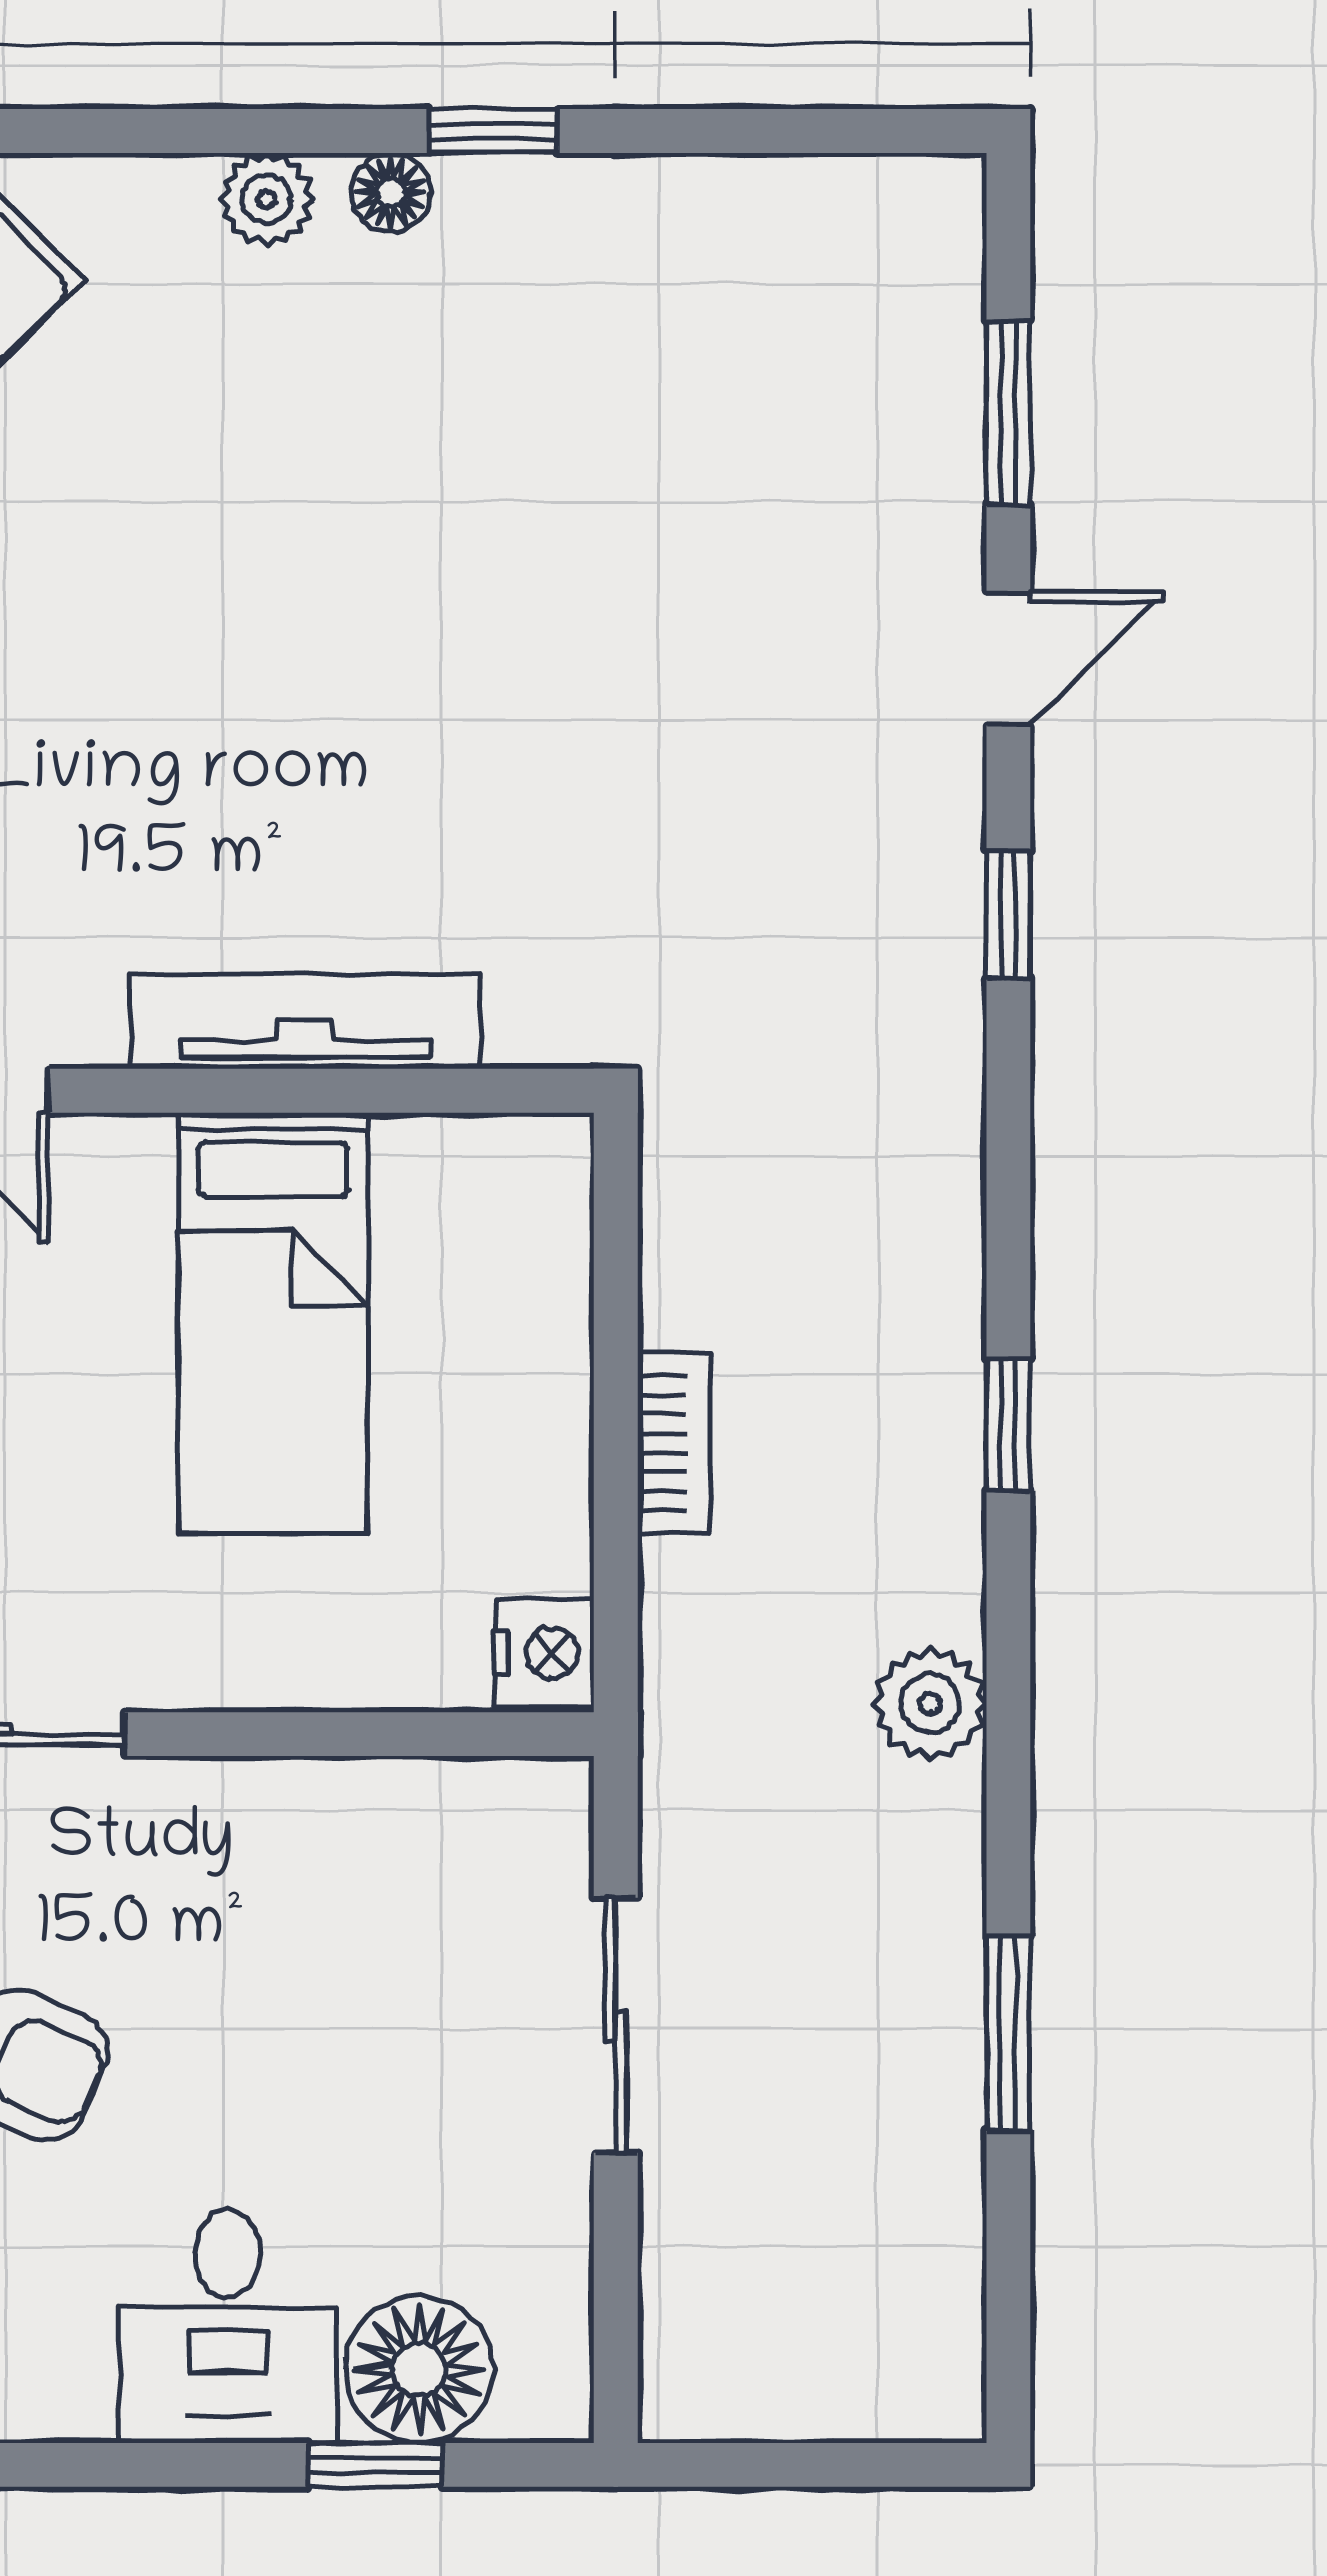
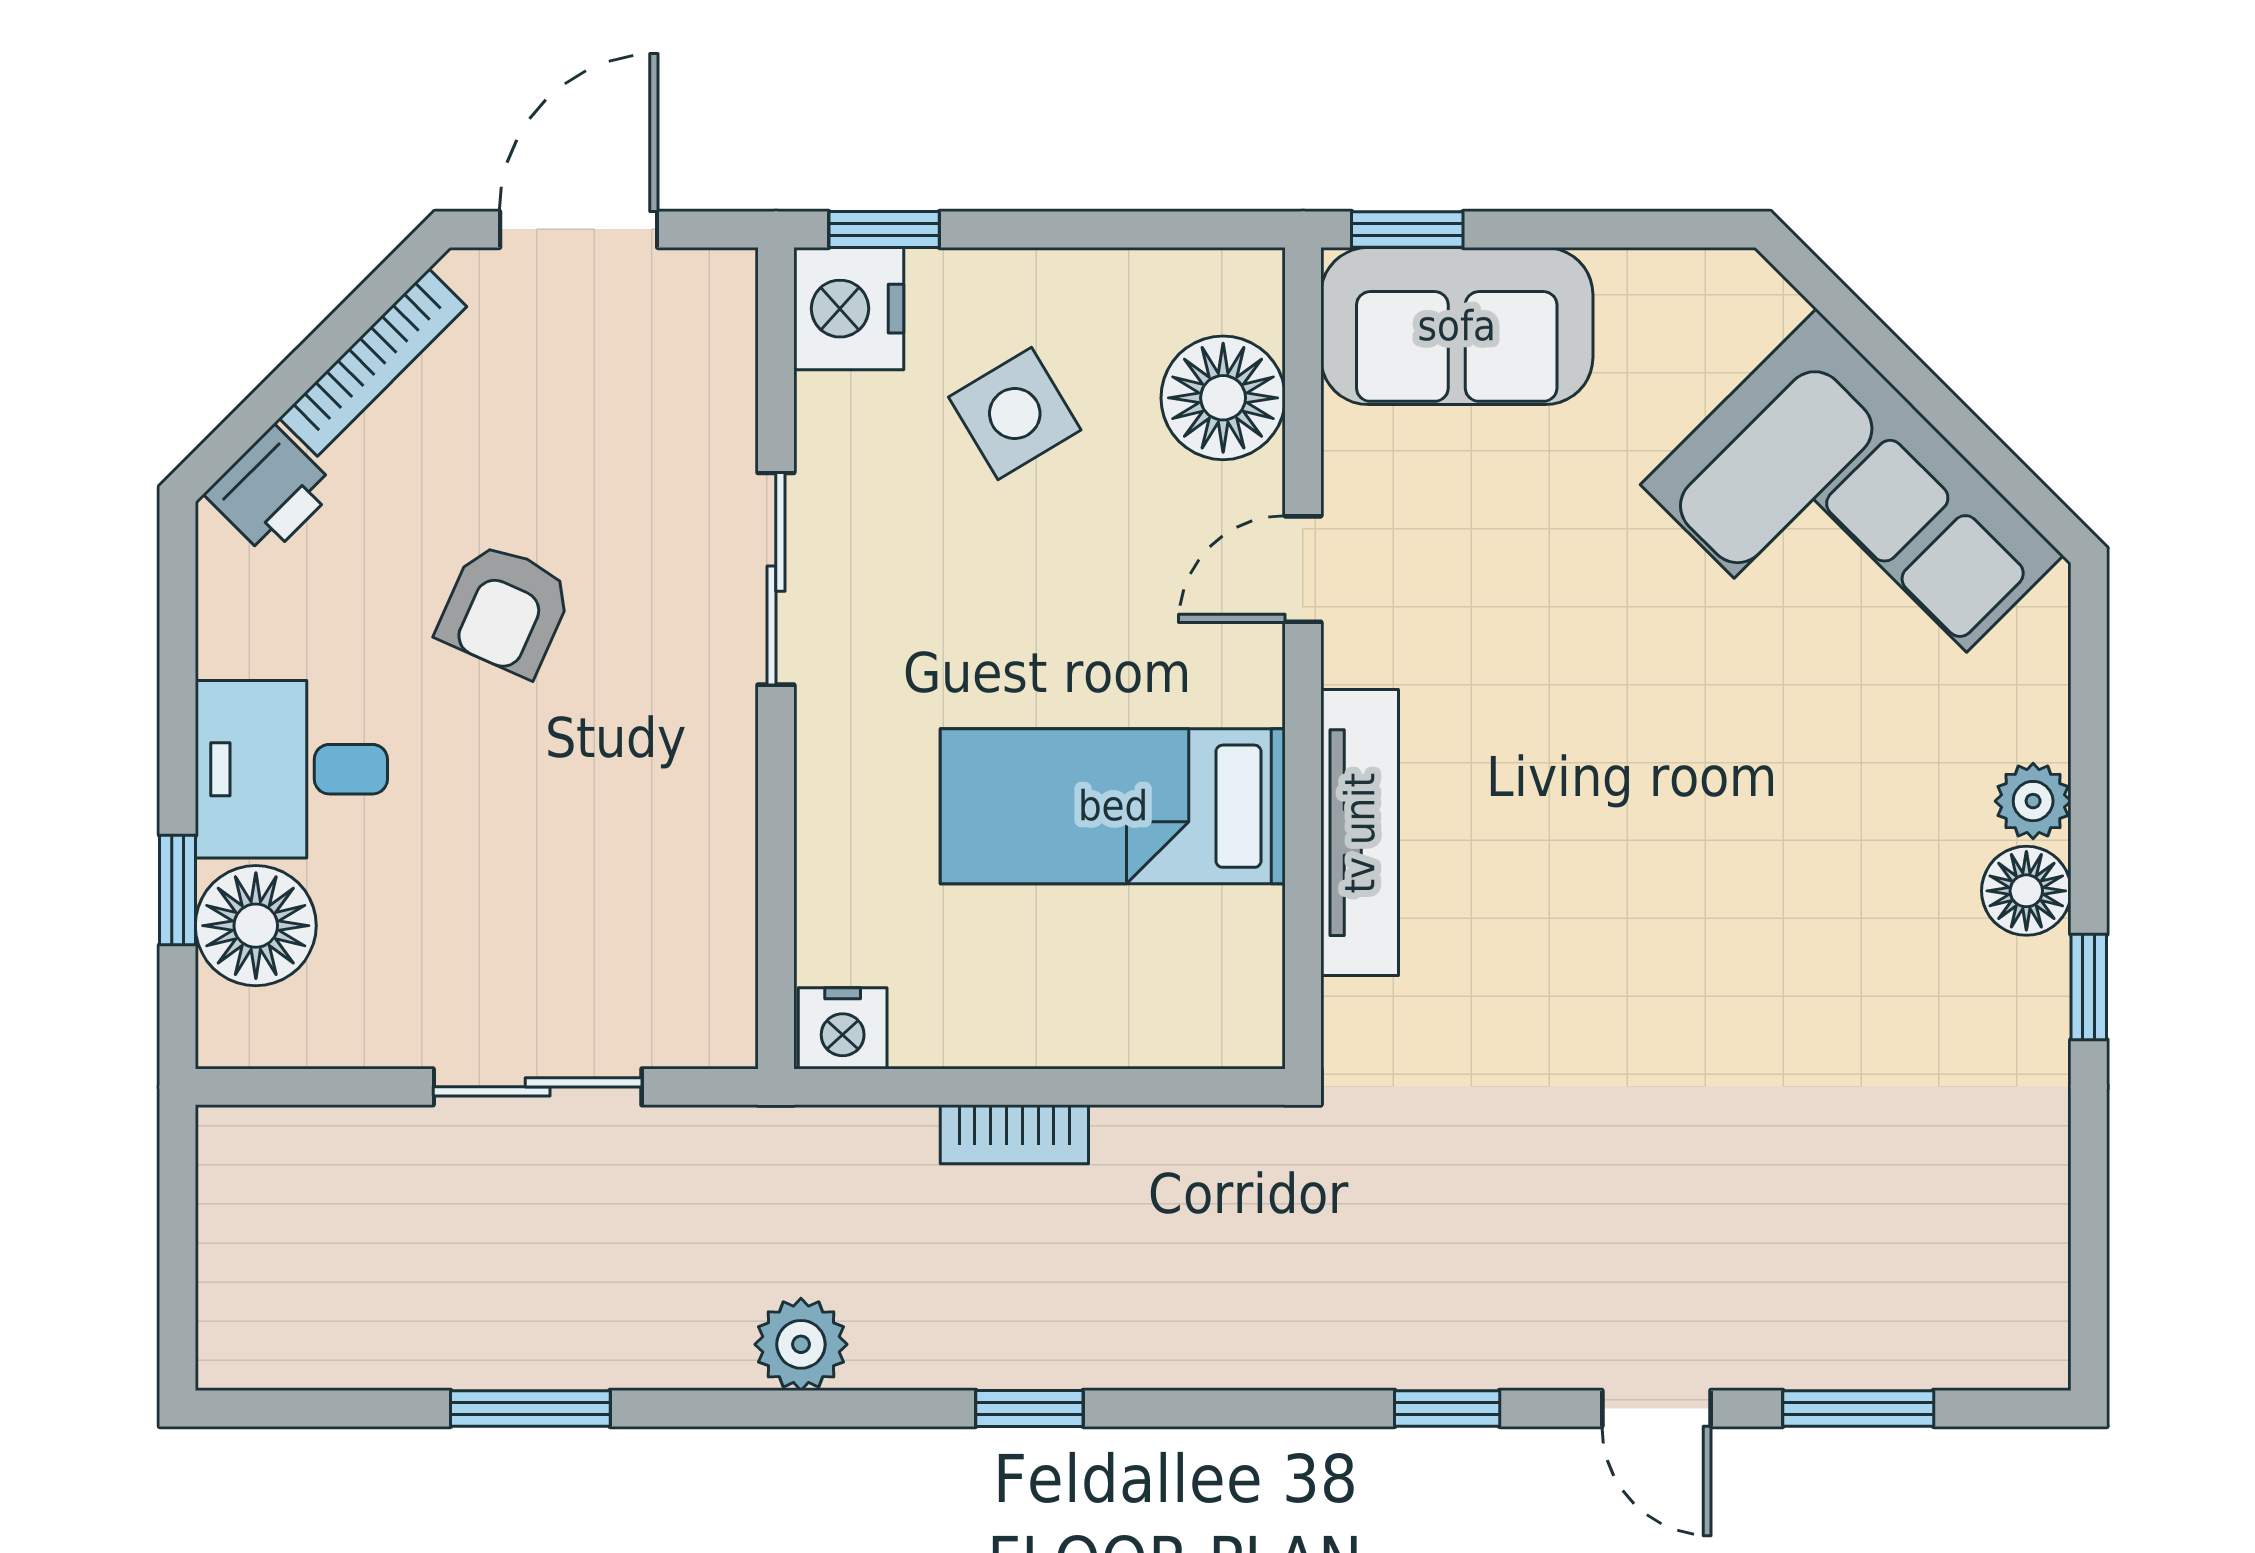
floor lamp: (391, 193) -> (2026, 891), width x1.37, depth x1.37

